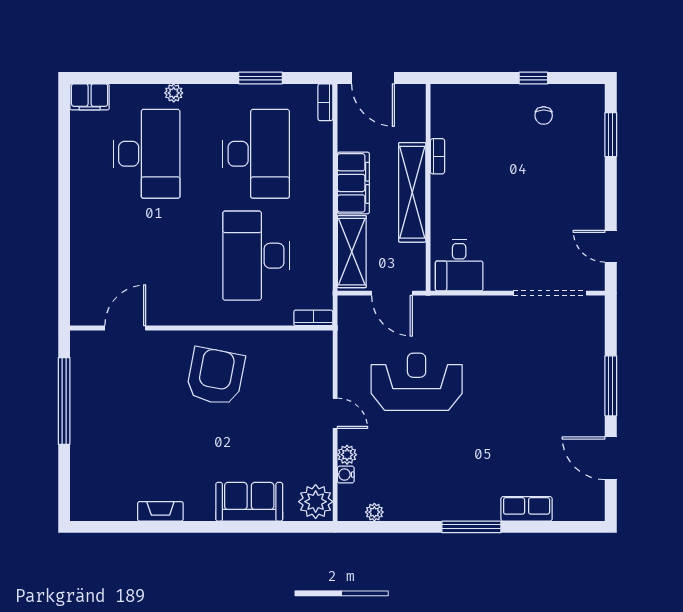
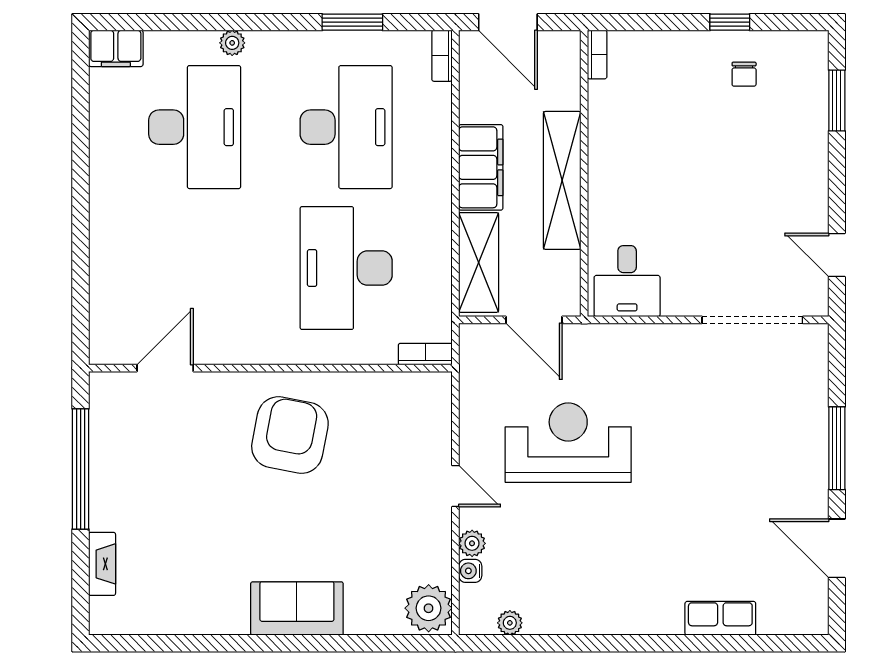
bookcase: (437, 156) -> (597, 55), moved
sofa: (249, 502) -> (297, 608), moved
fireplace: (160, 511) -> (102, 564), moved, turned 90
window: (471, 527) -> (644, 643), removed

